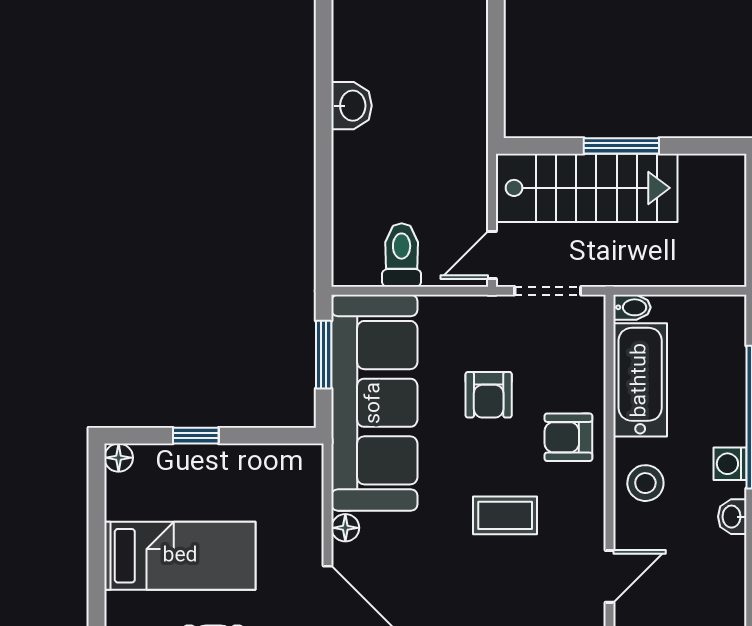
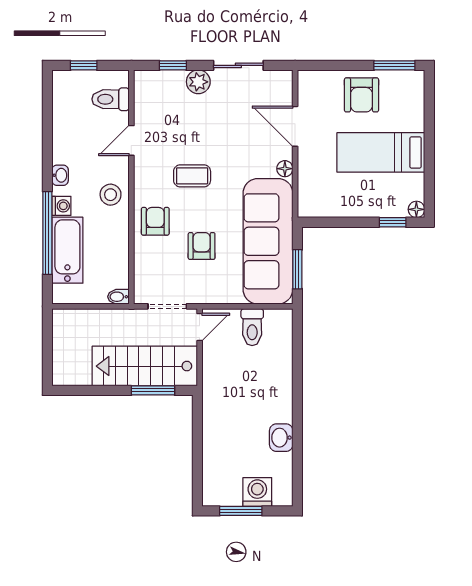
washbasin: (352, 106) -> (281, 438), moved
window: (621, 146) -> (153, 390), moved
bathtub: (640, 380) -> (67, 250), moved, turned 180
window: (196, 436) -> (393, 222), moved
armchair: (568, 437) -> (155, 221), turned -90

